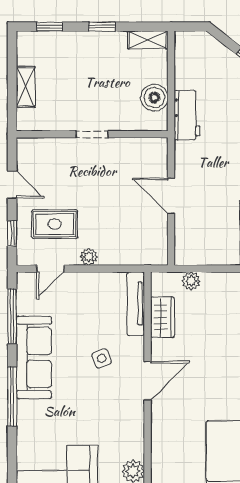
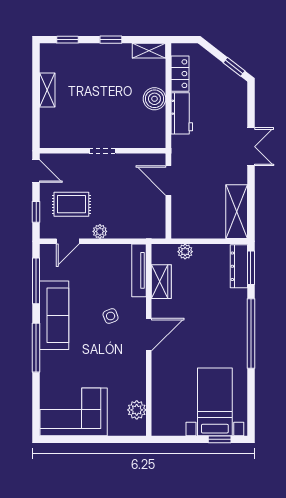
locker: (185, 67) -> (180, 74), added
doorway: (92, 134) -> (103, 151), moved
wall: (92, 134) -> (103, 151), moved

